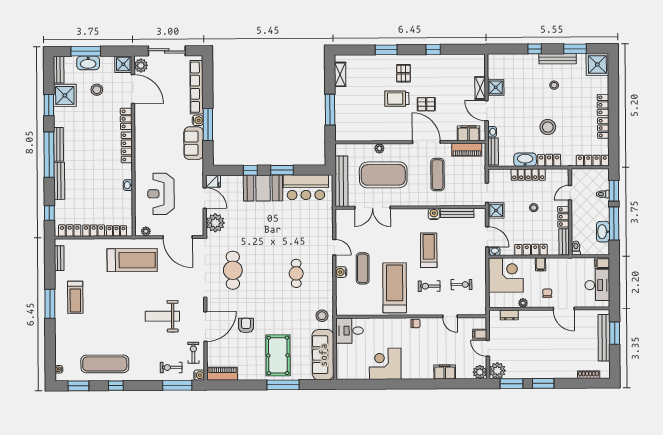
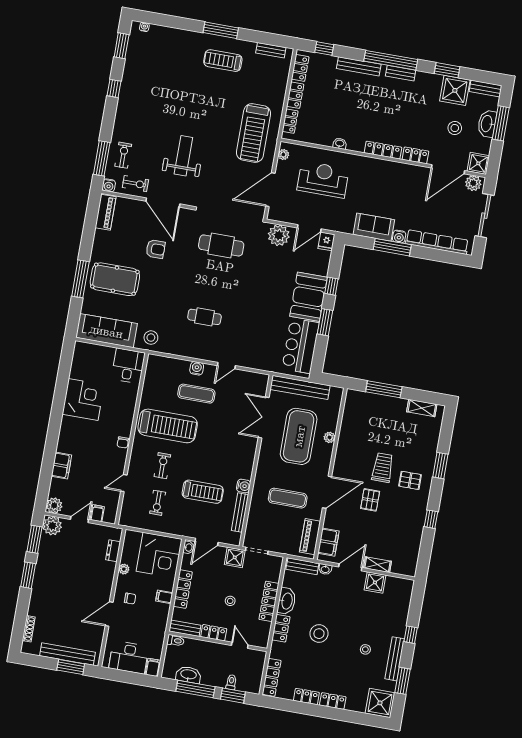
bench: (59, 144) -> (401, 73), width x0.73
treadmill: (429, 250) -> (203, 492), moved
exercise mat: (105, 364) -> (141, 80), removed

